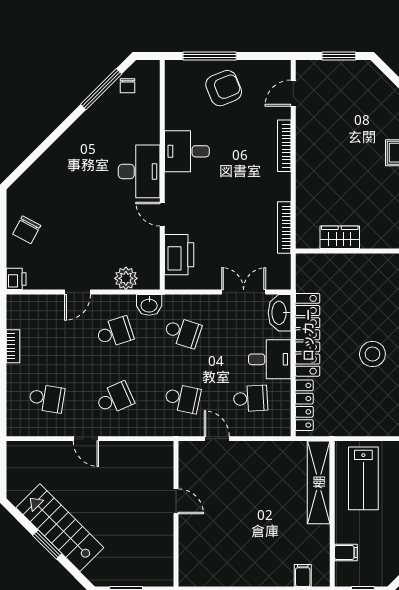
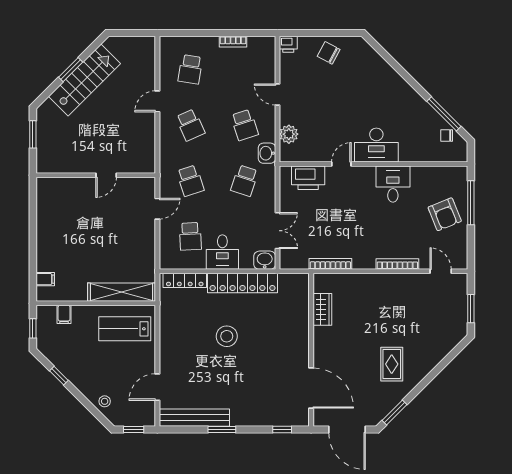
washbasin: (280, 313) -> (265, 260), width x0.72
school desk: (183, 398) -> (190, 181), turned -30

